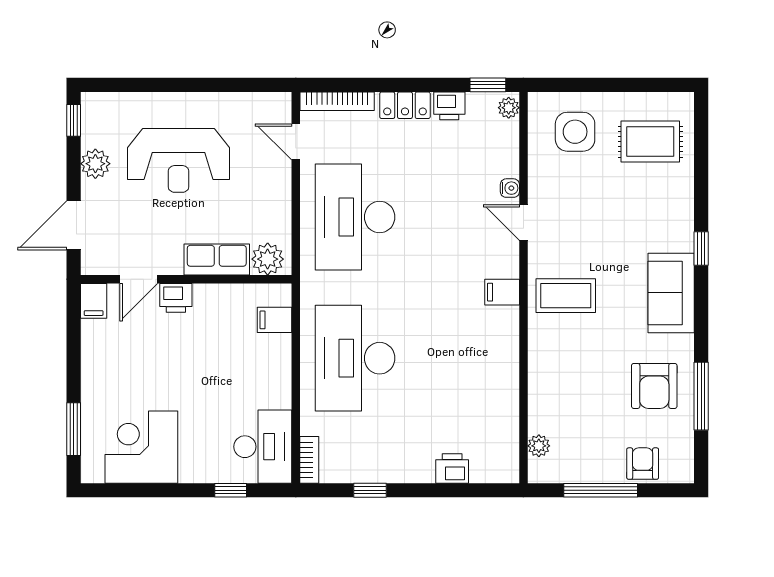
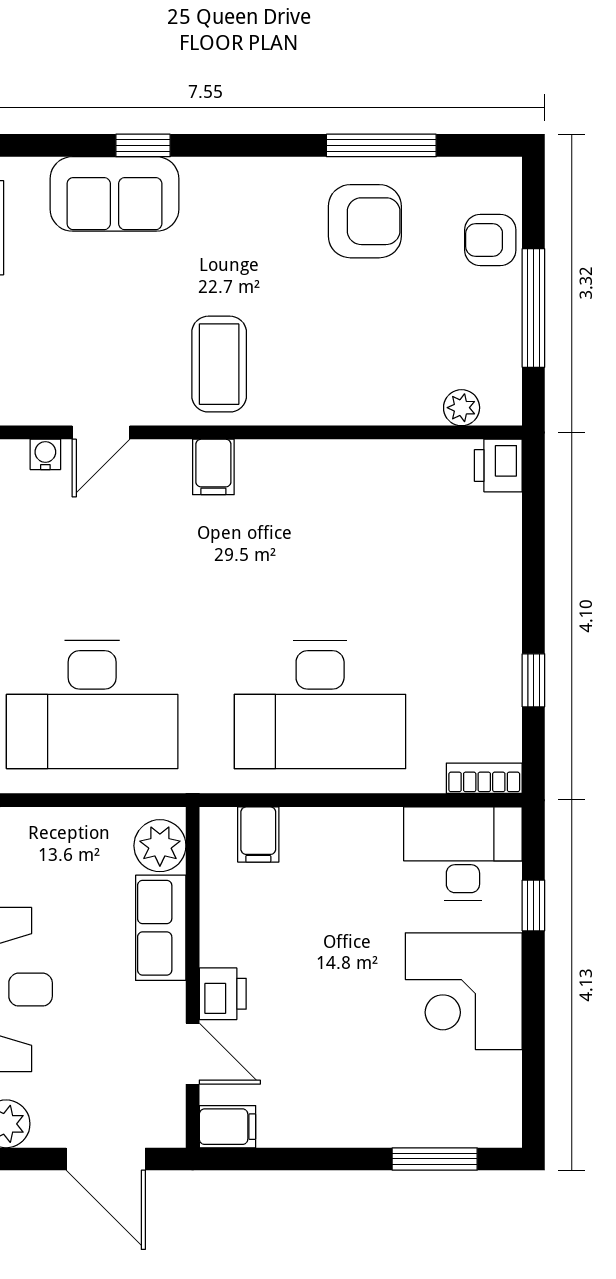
sofa: (671, 293) -> (114, 194), moved
corner desk: (141, 447) -> (464, 991), moved
printer: (452, 469) -> (498, 465), moved

